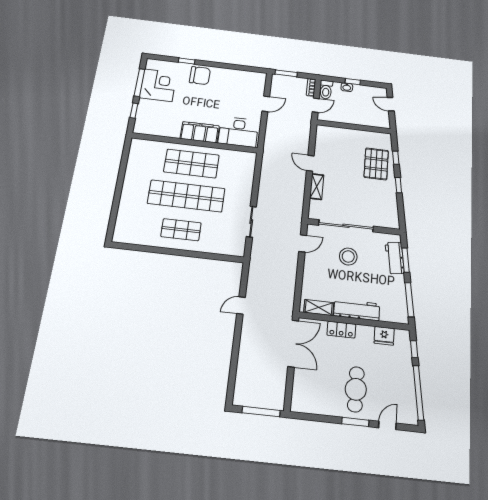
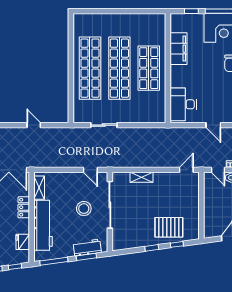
filing cabinet: (200, 132) -> (178, 49), moved
door: (310, 163) -> (186, 170), moved
shop shelf: (181, 230) -> (90, 68), width x2.00, depth x1.36
workbench: (357, 310) -> (43, 225), width x1.36, depth x1.32

